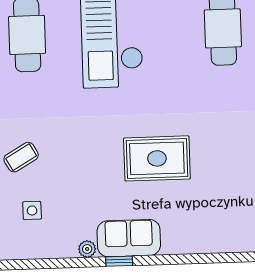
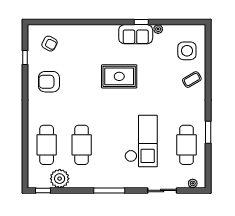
side table: (32, 210) -> (187, 51), width x1.87, depth x1.87

